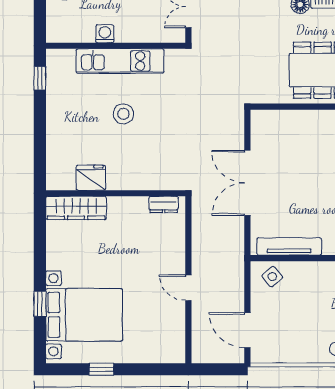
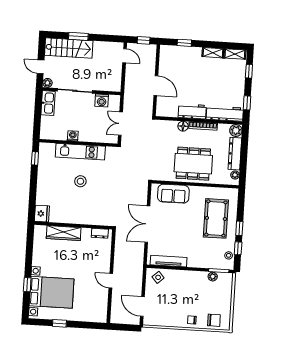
sofa: (290, 126) -> (173, 194), added
fridge: (91, 178) -> (42, 214), moved, turned 90
wardrobe: (76, 208) -> (64, 233), moved

